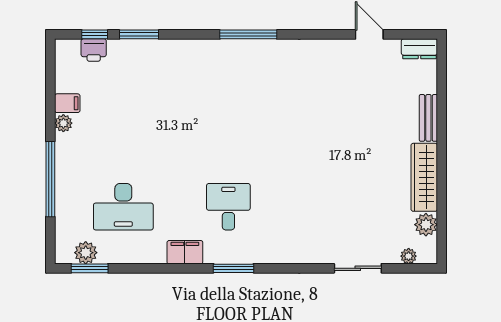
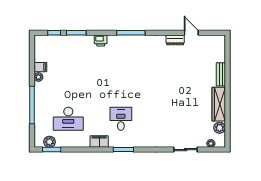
dresser: (419, 49) -> (175, 40), moved
printer: (94, 50) -> (101, 40), moved

